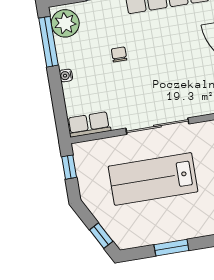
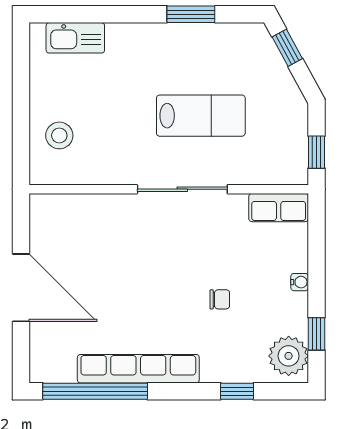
window: (48, 42) -> (316, 334), width x0.46
chair: (119, 54) -> (220, 299), turned -90
lab bench: (153, 179) -> (201, 116), width x0.73, depth x0.72

